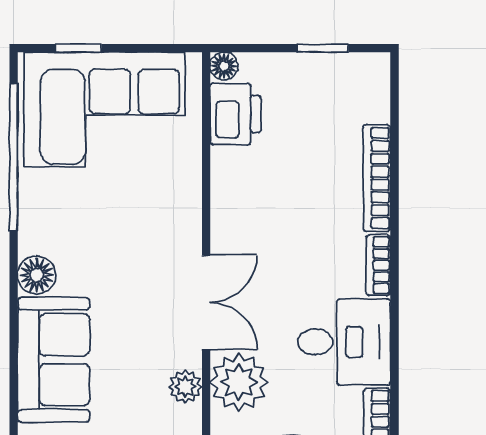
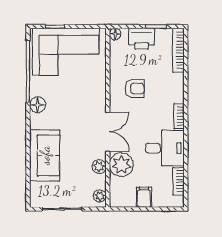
printer: (235, 114) -> (142, 39), moved, turned 90
bookcase: (377, 178) -> (178, 50), moved
armchair: (272, 198) -> (135, 88), added
floor lamp: (37, 275) -> (38, 105), moved

